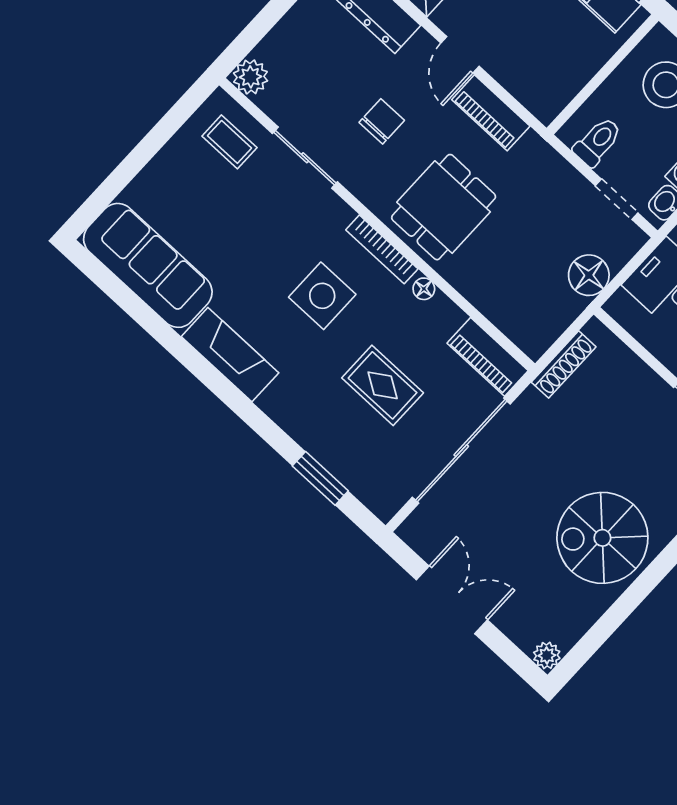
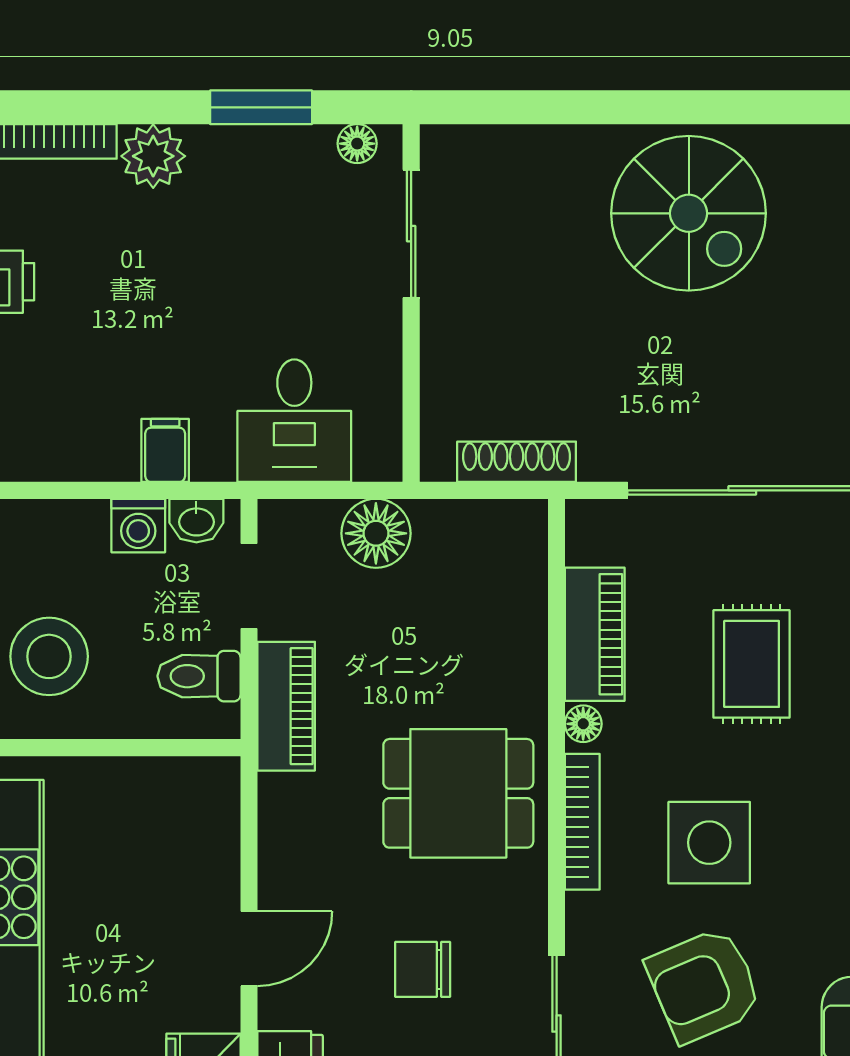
piano: (491, 113) -> (286, 706), moved
armchair: (263, 237) -> (704, 985), added
piano: (488, 357) -> (595, 634), moved

